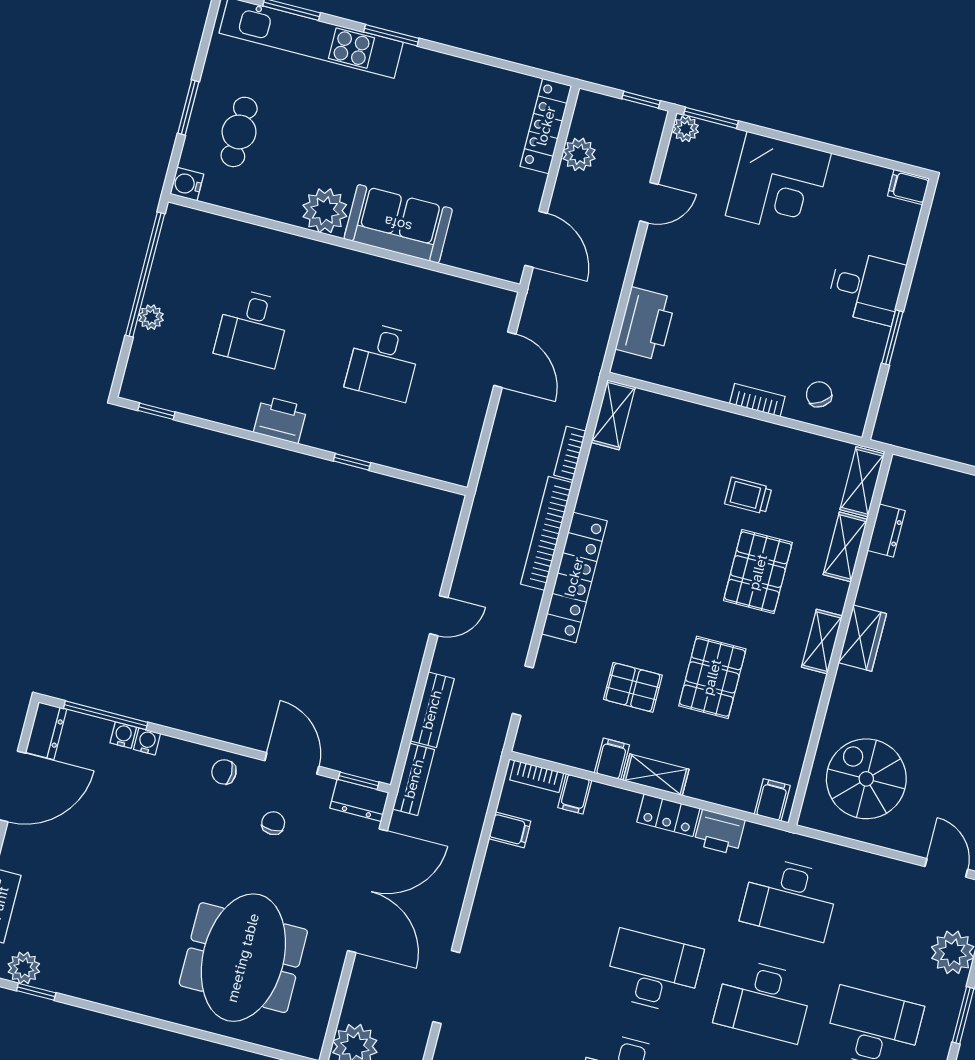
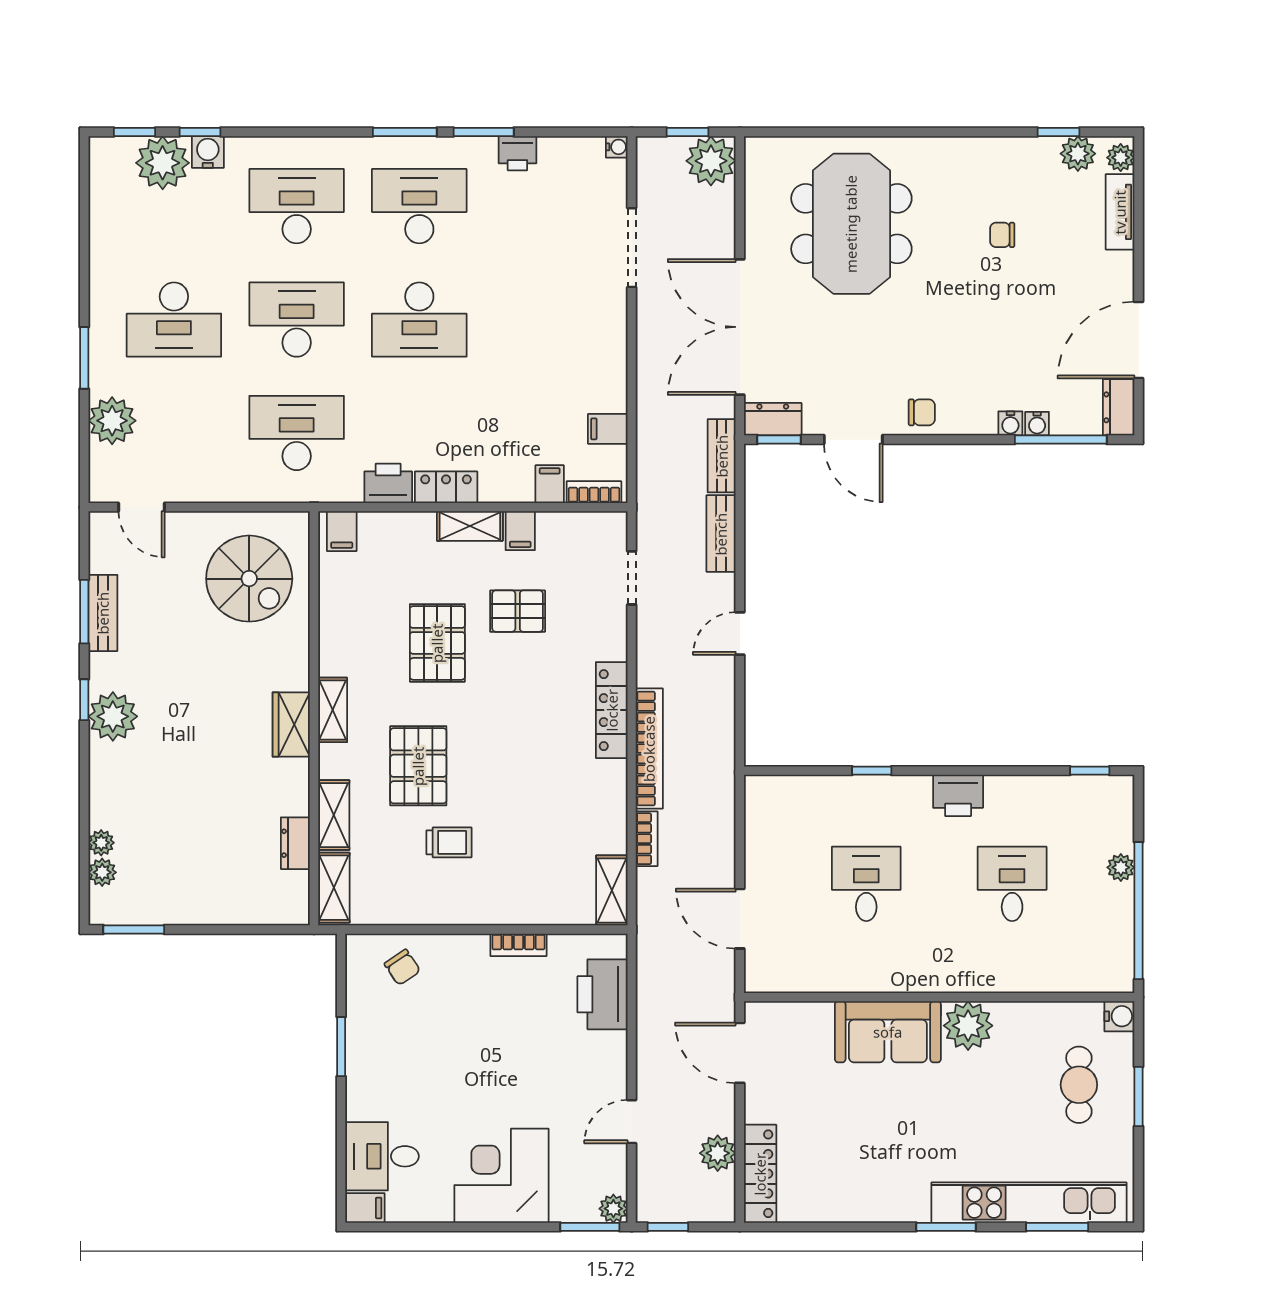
desk: (866, 287) -> (382, 1156), moved
bookcase: (757, 400) -> (518, 945), moved
locker: (574, 577) -> (612, 710), width x0.71, depth x0.83
chair: (273, 823) -> (1002, 235), moved, turned 90

